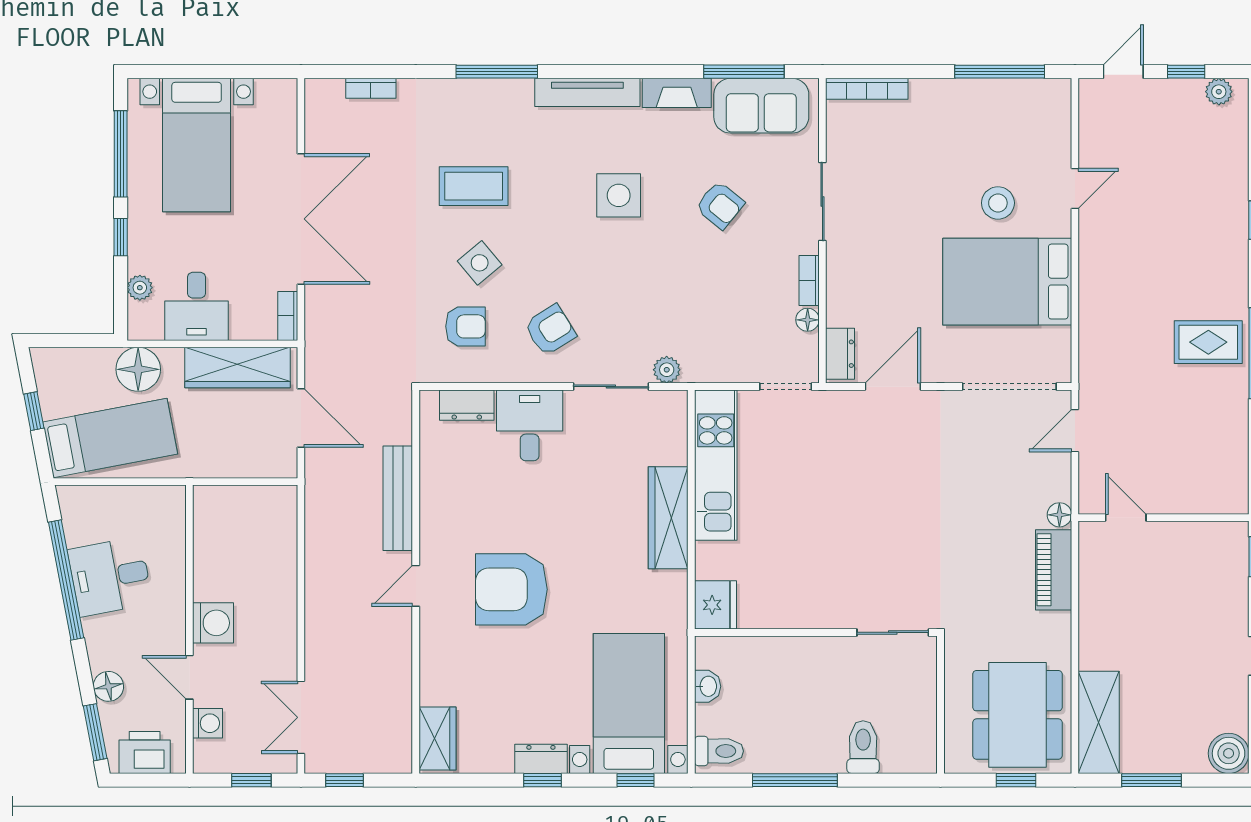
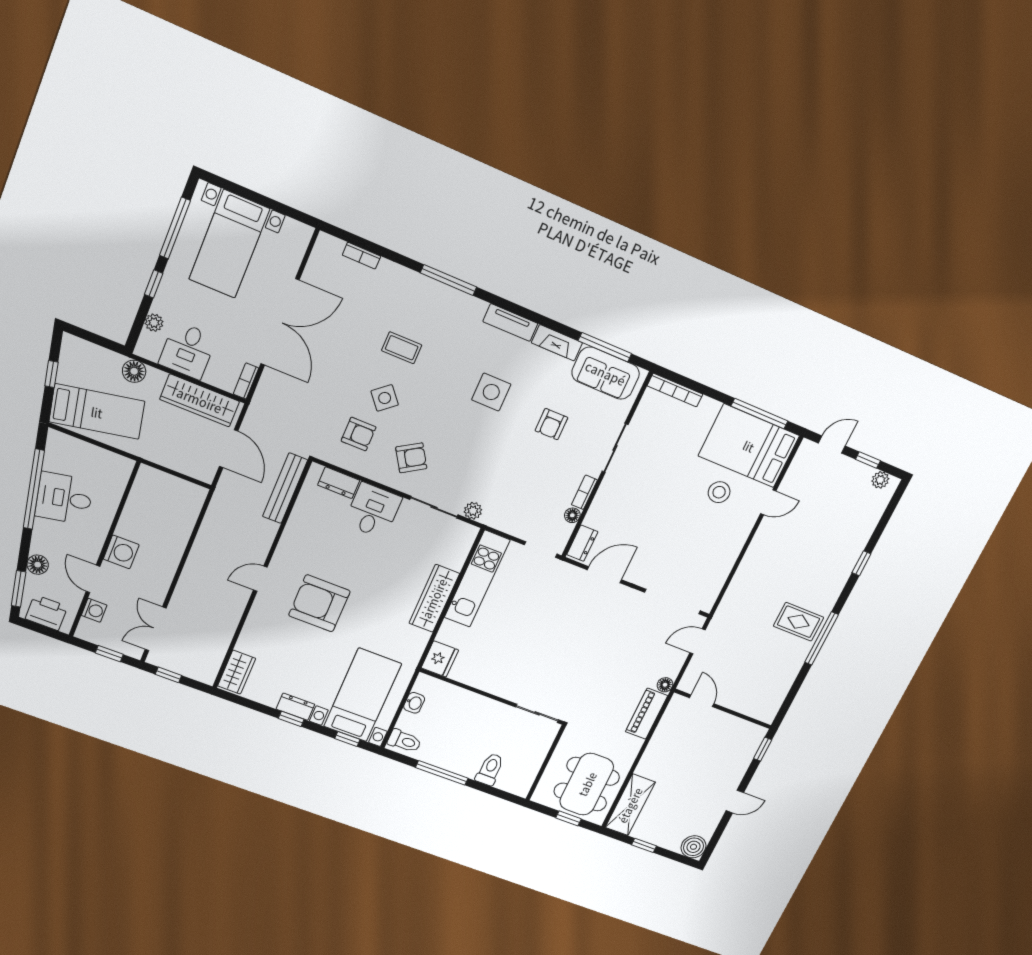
tv unit: (587, 92) -> (510, 323), width x0.71
coffee table: (474, 186) -> (402, 348), width x0.73, depth x0.77
armchair: (720, 205) -> (551, 424), turned 51
bed: (1007, 282) -> (749, 446), moved
floor lamp: (138, 369) -> (134, 371), width x0.73, depth x0.73
bench: (398, 498) -> (285, 488), moved
window: (1151, 780) -> (644, 845), width x0.67

